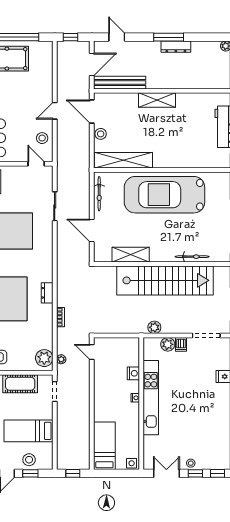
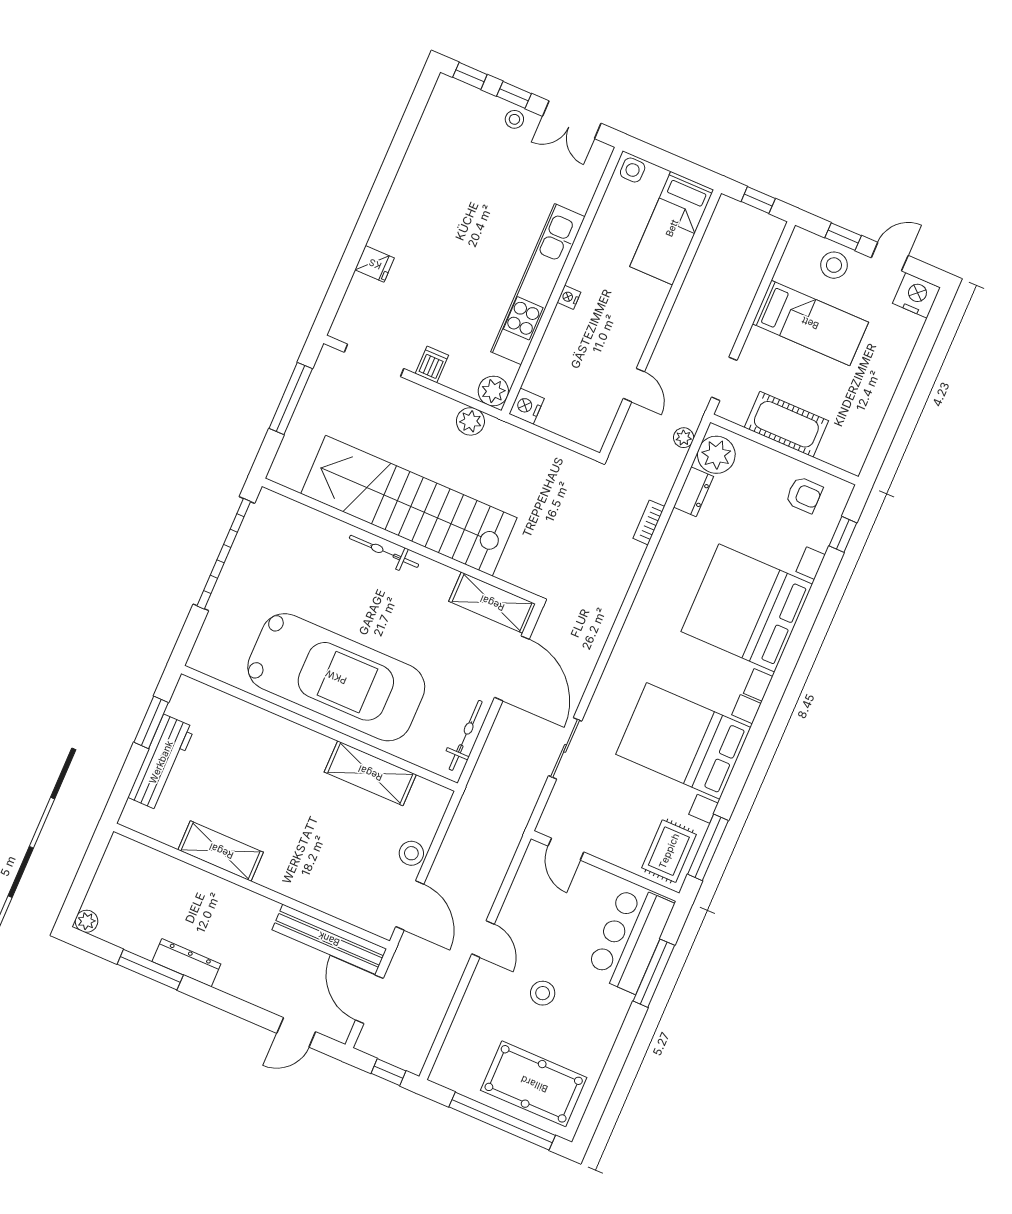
door: (117, 37) -> (296, 1032), hinge flipped
window: (169, 37) -> (150, 970), moved
door: (92, 64) -> (369, 999), hinge flipped
shelving: (157, 100) -> (221, 851), moved
door: (55, 111) -> (483, 939), hinge flipped
stool: (42, 138) -> (543, 993), moved
shelving: (123, 160) -> (370, 773), width x0.68
door: (92, 230) -> (512, 668), width x1.36
shelving: (131, 255) -> (492, 603), moved
bicycle: (192, 257) -> (384, 551), moved
dresser: (47, 293) -> (694, 492), moved
plant: (168, 344) -> (493, 391), moved
door: (92, 352) -> (634, 385), moved
nightstand: (133, 373) -> (527, 406), moved

